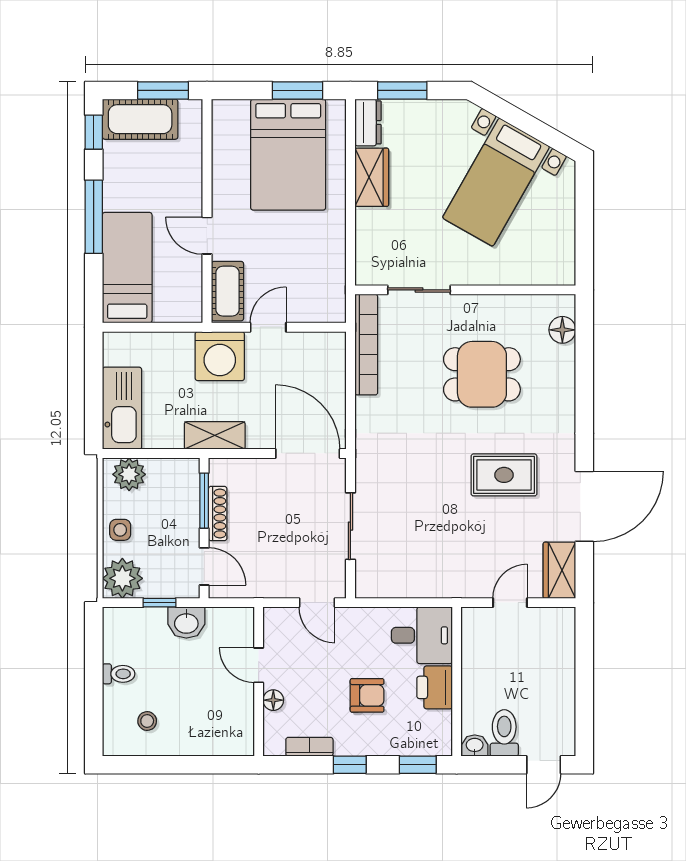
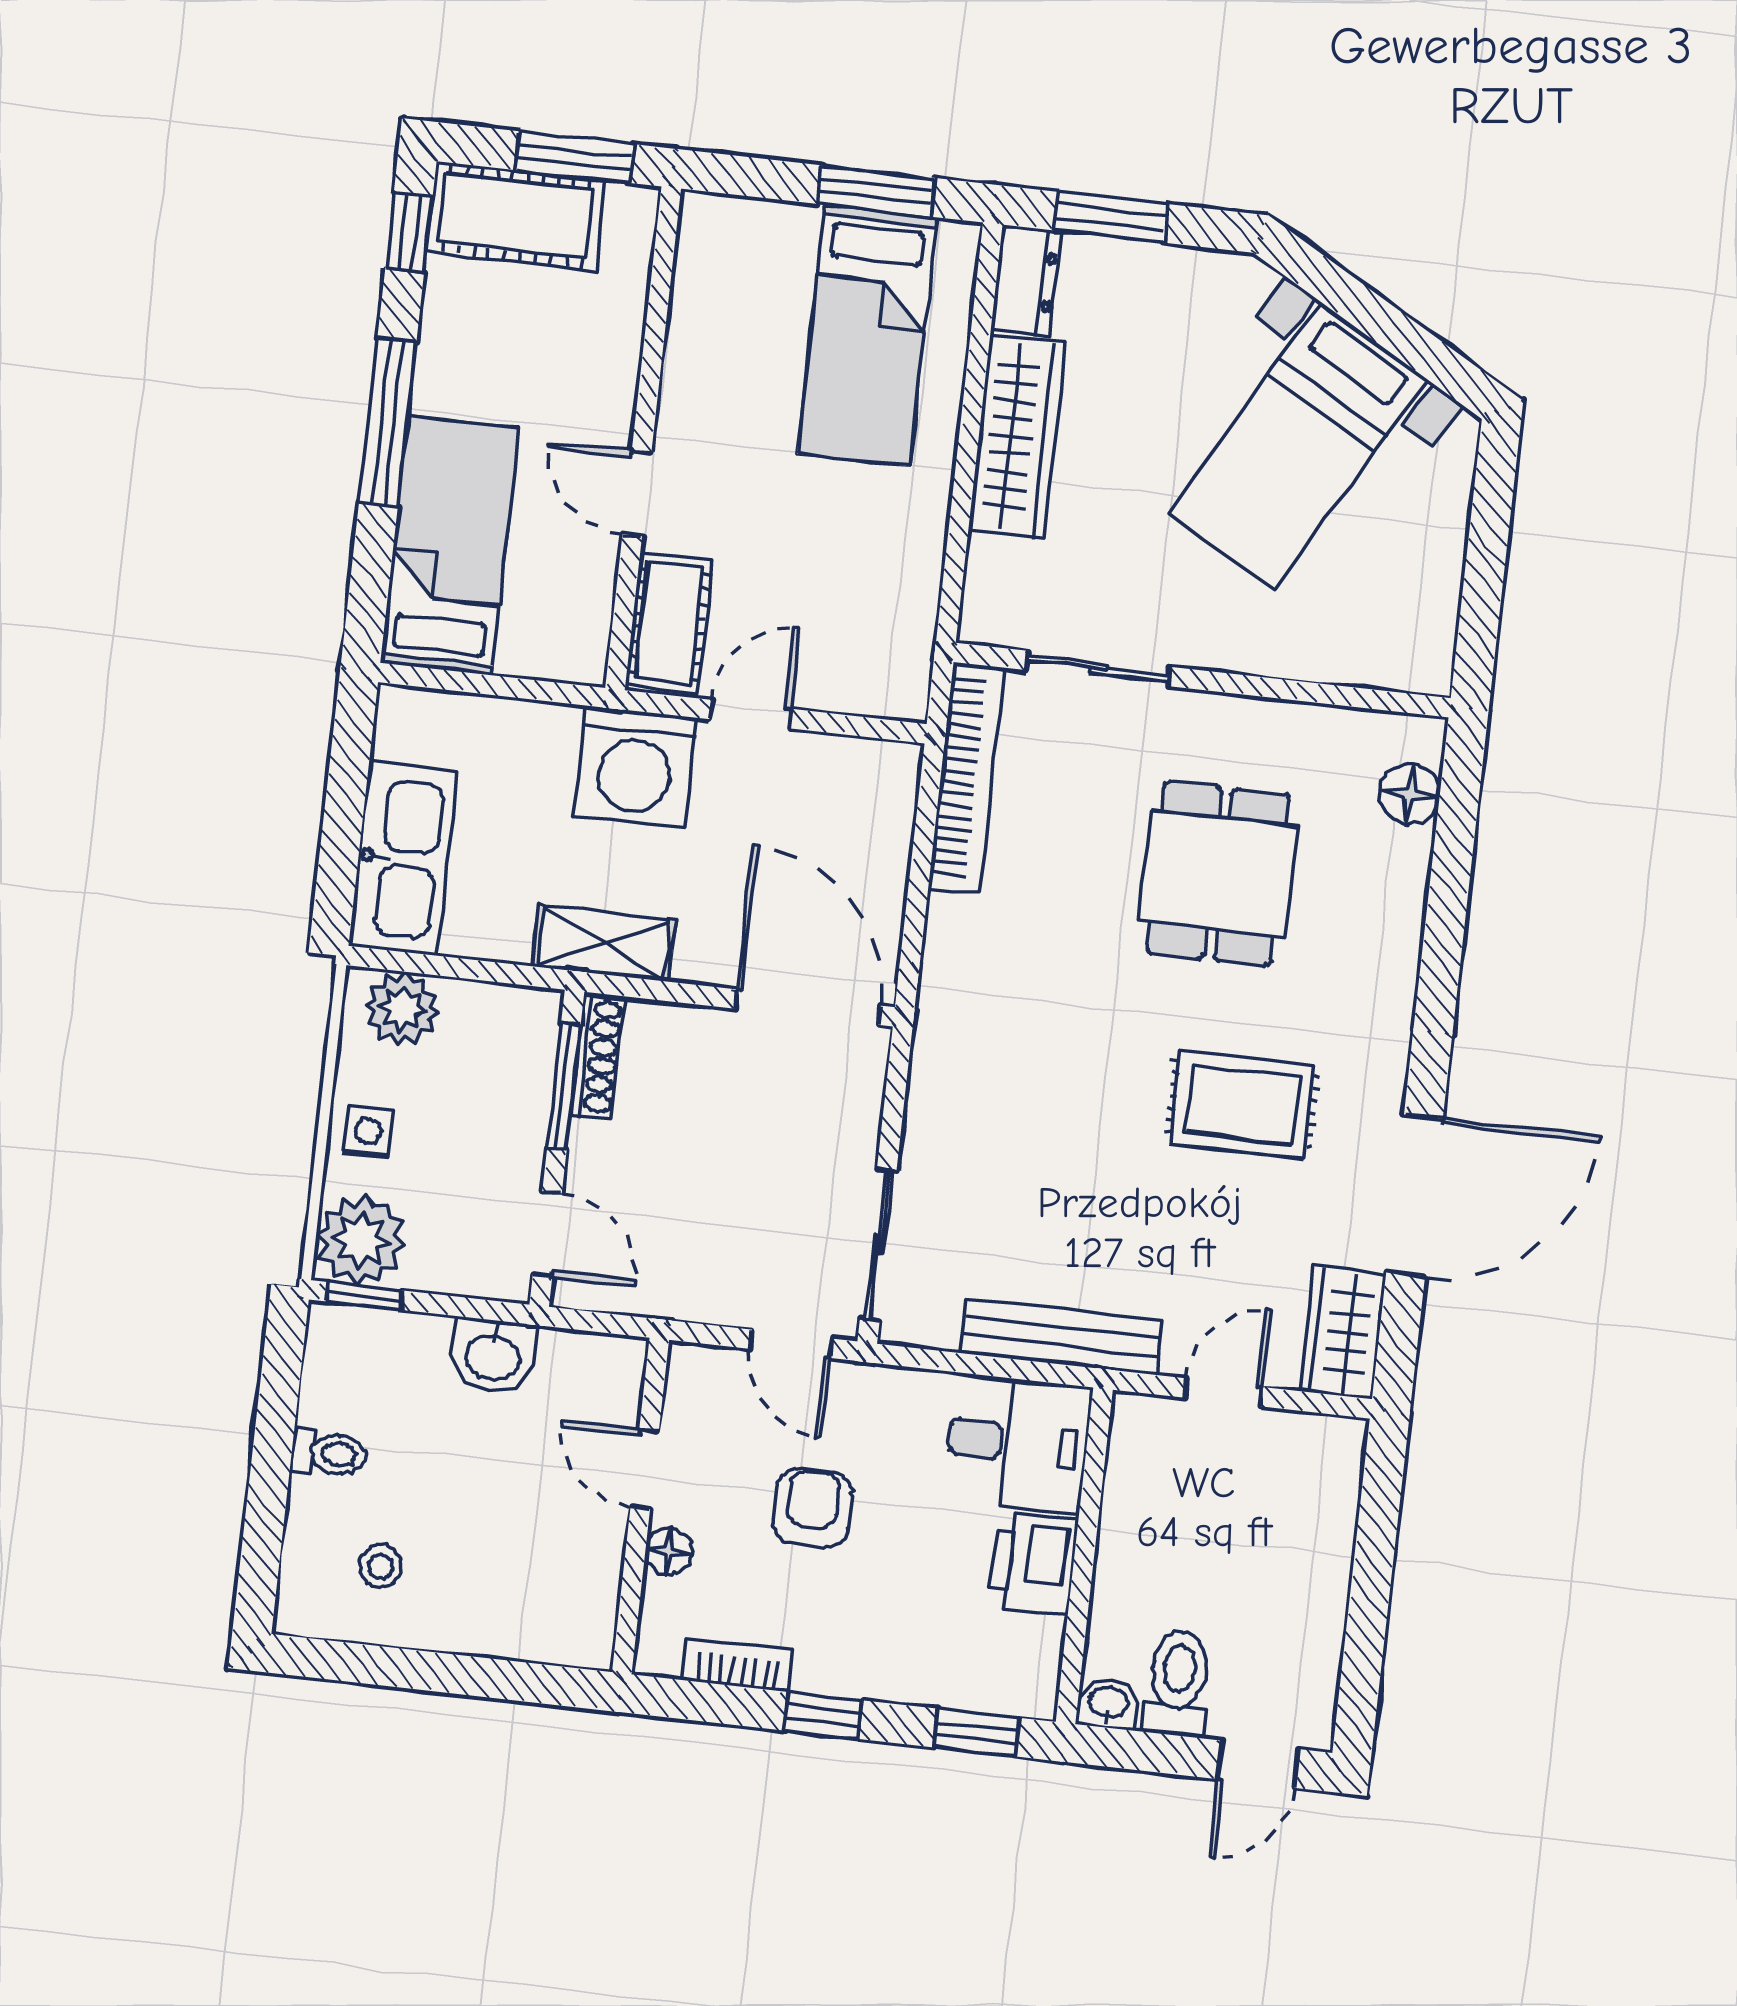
bed: (288, 155) -> (867, 335), width x0.67
wardrobe: (372, 177) -> (1017, 437), width x1.50
dining table: (482, 374) -> (1218, 874), turned 90
shoe rack: (218, 513) -> (598, 1056), moved
sliding door: (350, 526) -> (878, 1244), moved
bench: (436, 586) -> (1061, 1336), added
window: (159, 603) -> (364, 1296), moved
armchair: (367, 695) -> (812, 1508), moved, turned -90

